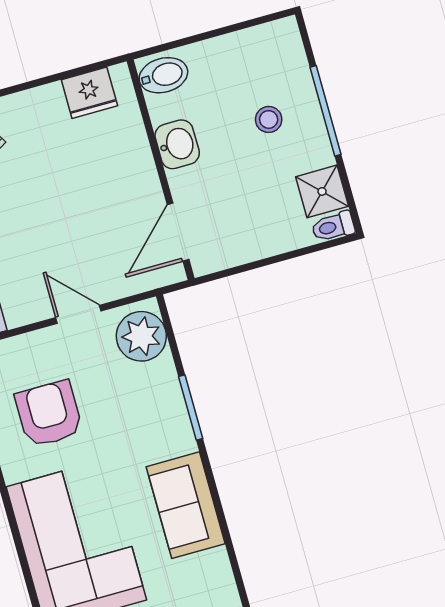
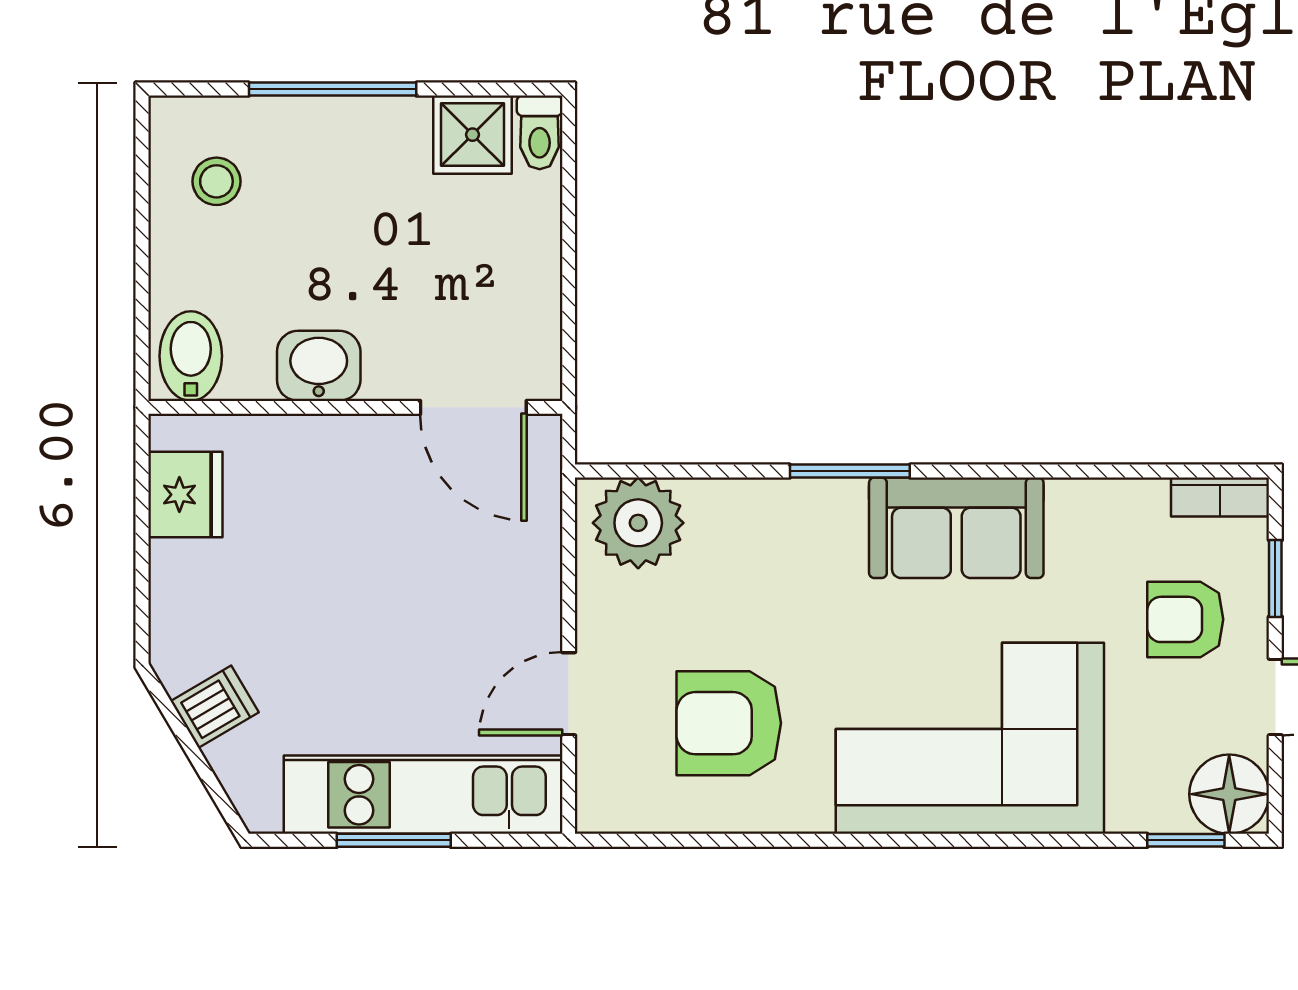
stool: (269, 119) -> (216, 181), moved
door: (78, 314) -> (569, 694), moved
window: (191, 407) -> (850, 471), moved

